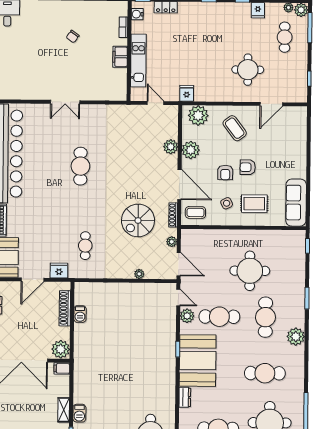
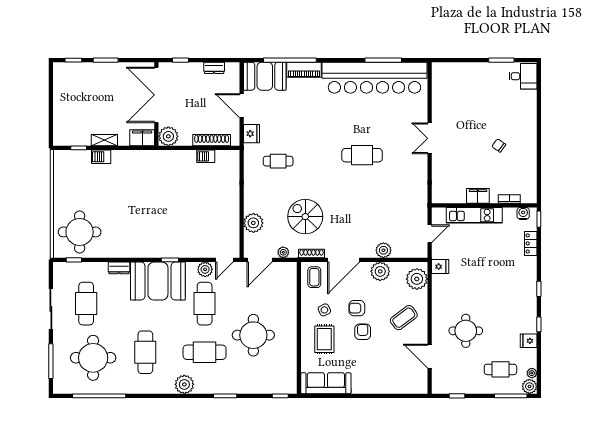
plant: (139, 274) -> (253, 223), width x1.88, depth x1.88
filing cabinet: (62, 368) -> (142, 138), width x2.00

